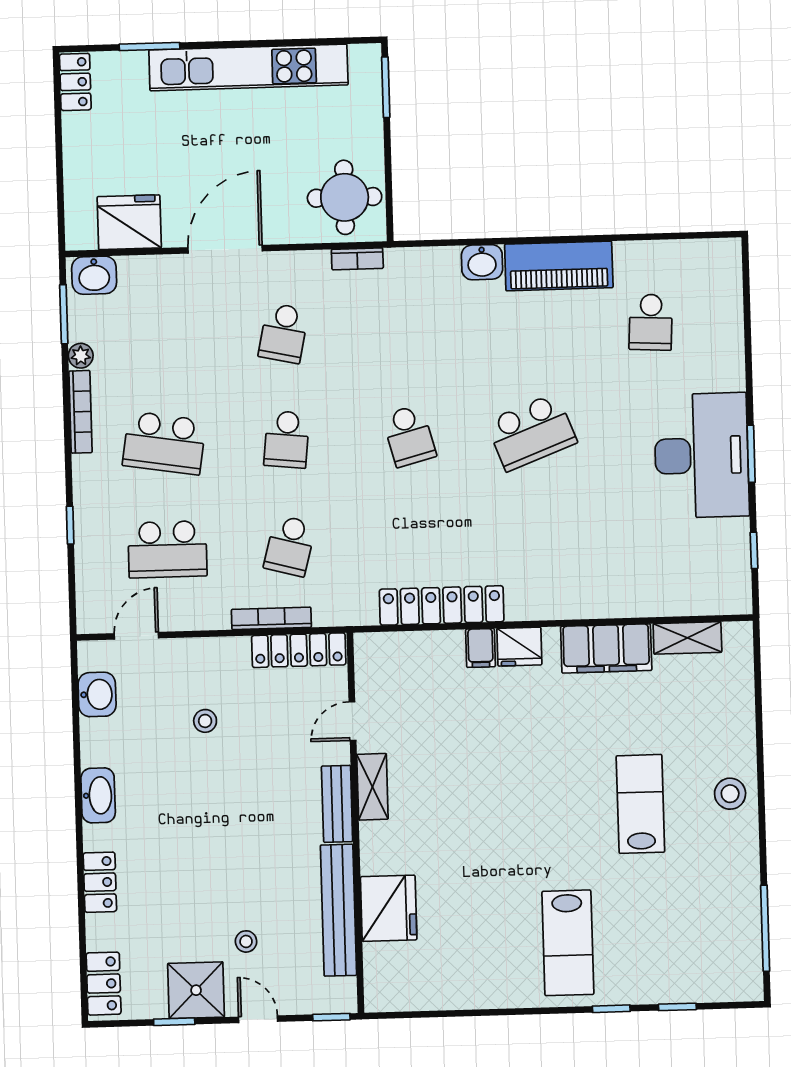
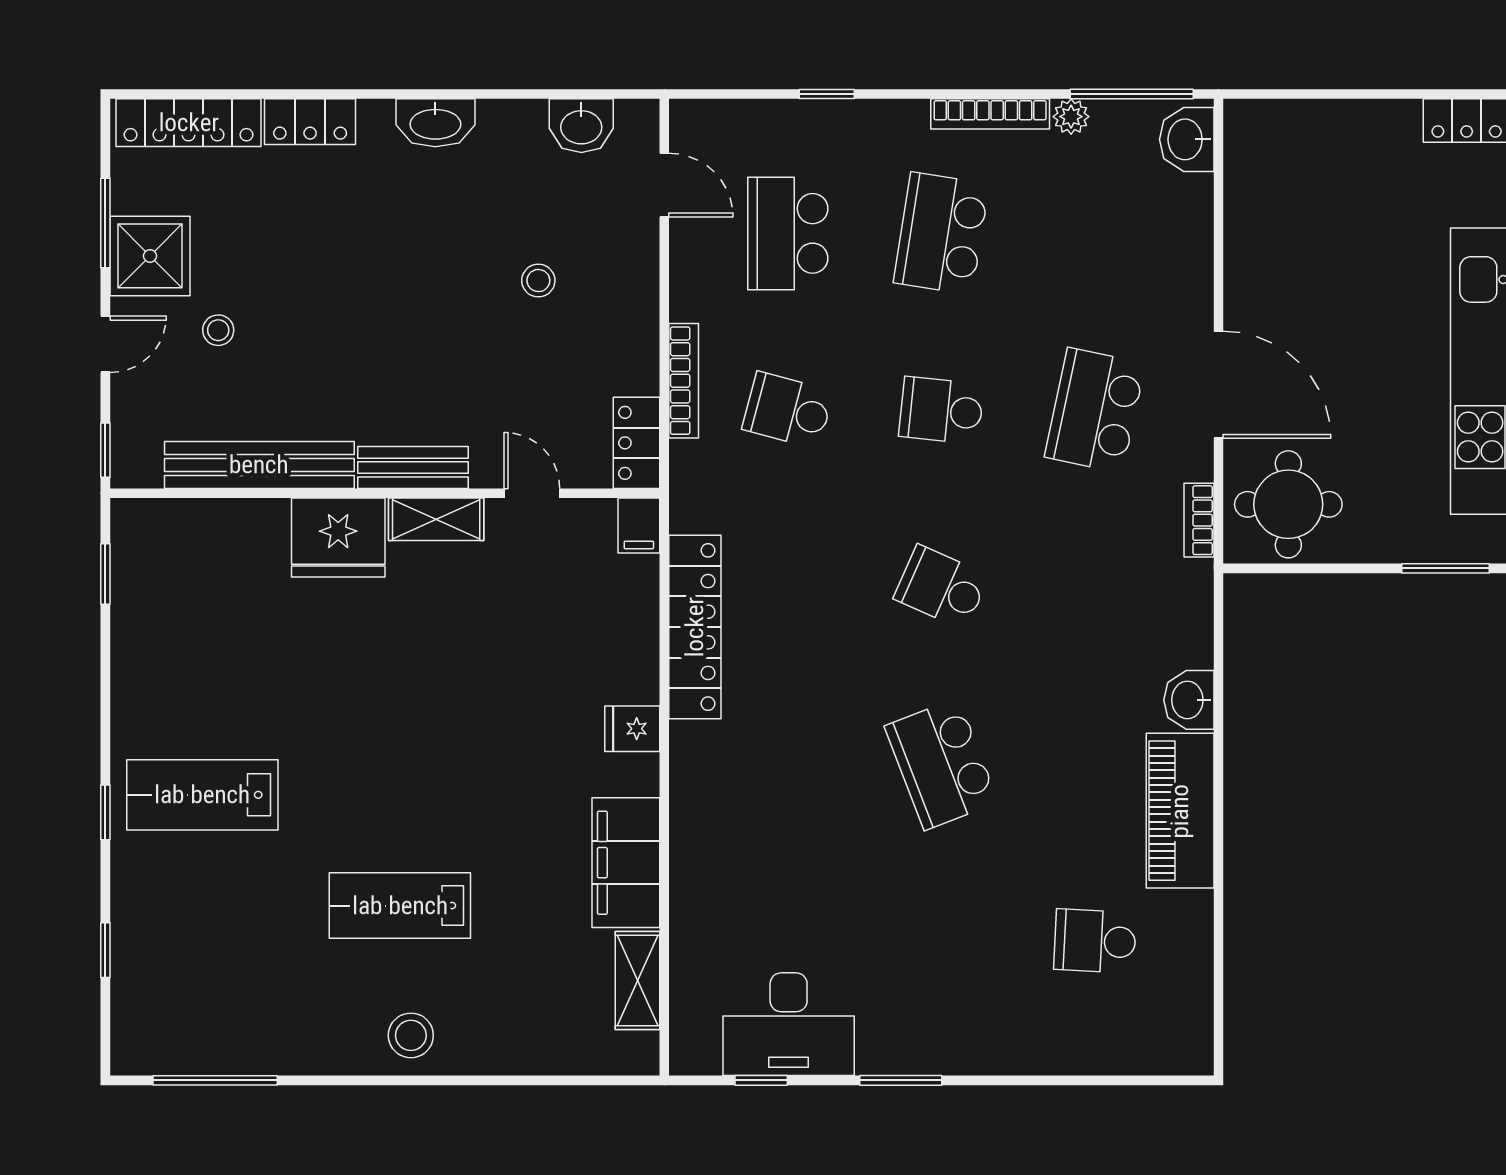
fridge: (129, 222) -> (1262, 192), removed
door: (225, 249) -> (1219, 385), moved
window: (64, 314) -> (1132, 94), width x1.44
school desk: (283, 333) -> (1095, 410), width x1.85
school desk: (409, 436) -> (941, 587), turned 39
desk: (702, 455) -> (789, 1024), moved, width x0.73, depth x0.77
fridge: (519, 647) -> (632, 729), width x0.72
filing cabinet: (480, 648) -> (639, 526), moved, turned -90
locker: (299, 650) -> (636, 443), width x0.66
lab bench: (640, 804) -> (400, 906), turned 180
fridge: (389, 908) -> (338, 537), moved
locker: (104, 984) -> (189, 123), width x1.53
window: (611, 1009) -> (105, 812), moved
window: (417, 1015) -> (105, 574), added
window: (174, 1022) -> (105, 223), width x1.50

